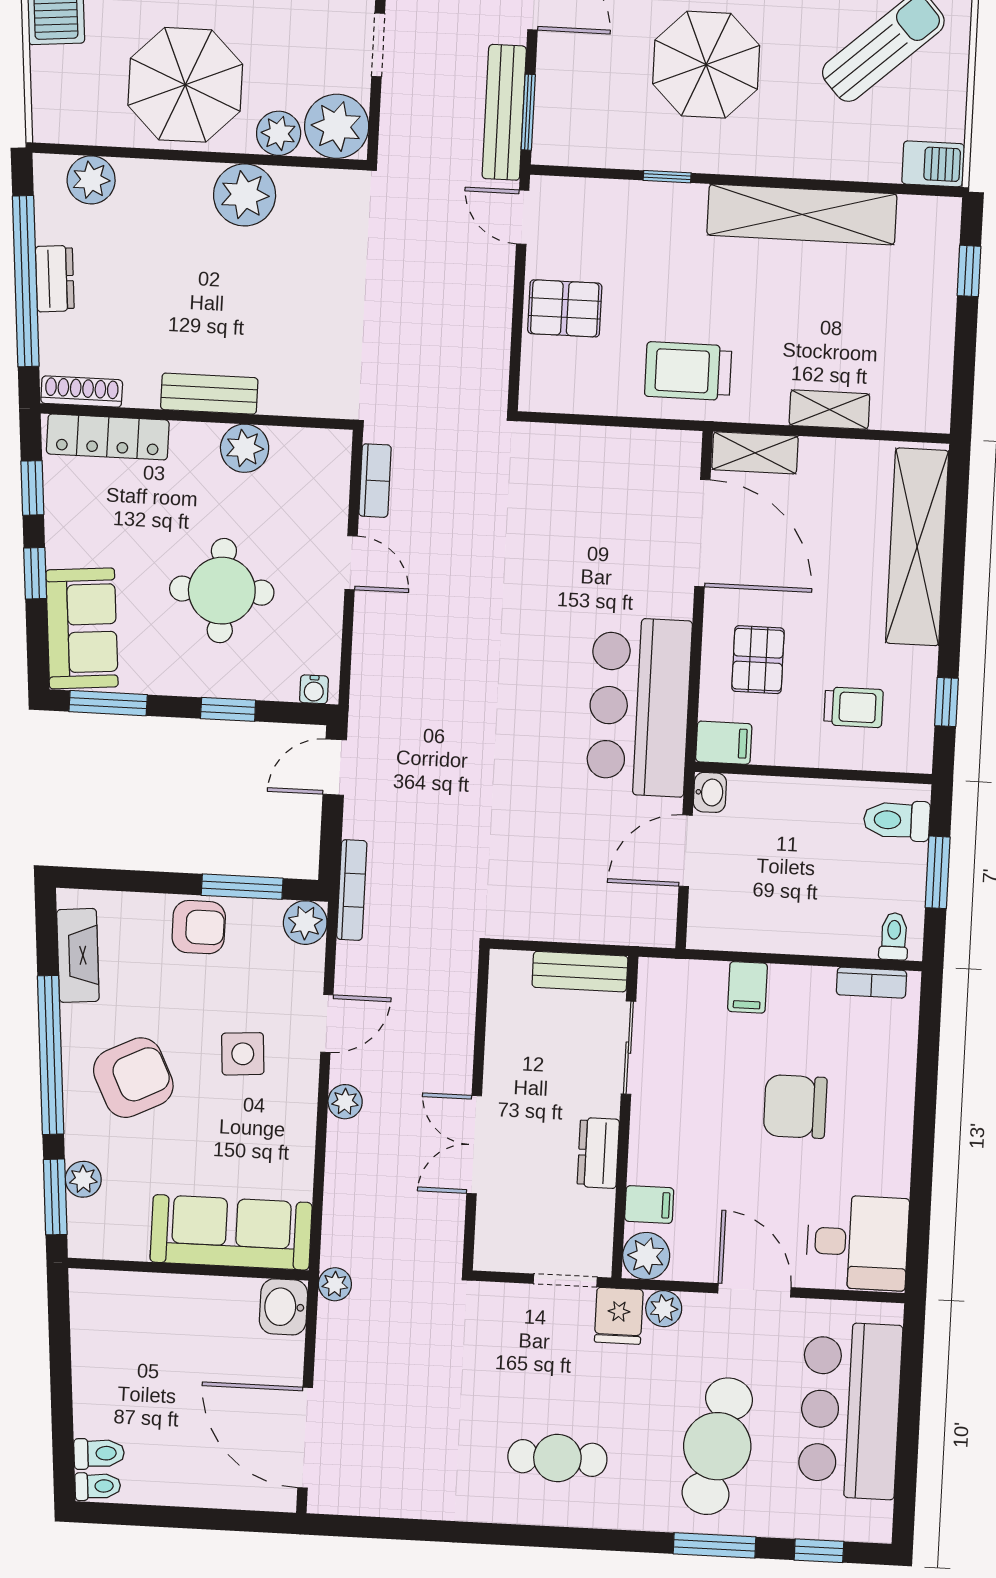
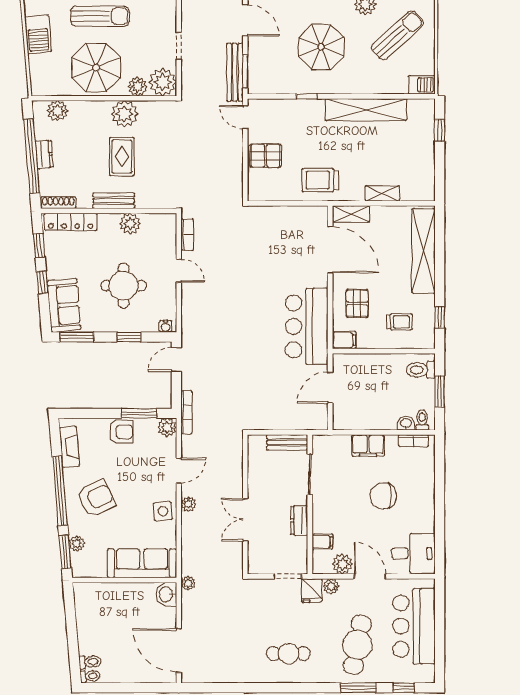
rug: (234, 293) -> (122, 157), added
washbasin: (710, 792) -> (406, 423), moved, turned -90
filing cabinet: (748, 987) -> (368, 445), width x2.00
side table: (243, 1054) -> (163, 511), moved
plant: (646, 1256) -> (342, 564), moved

